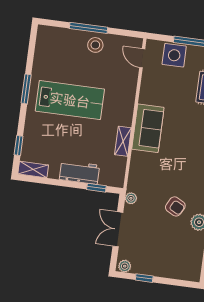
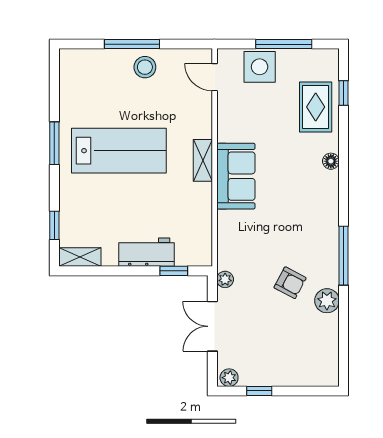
shelving: (123, 141) -> (203, 160), moved

